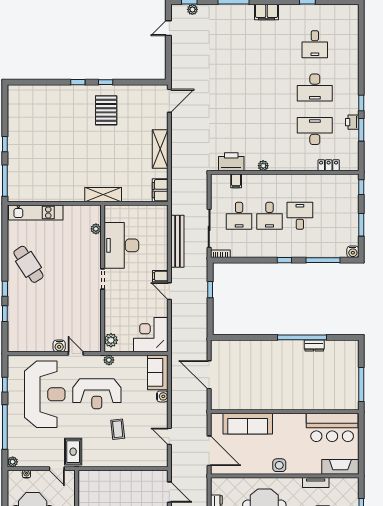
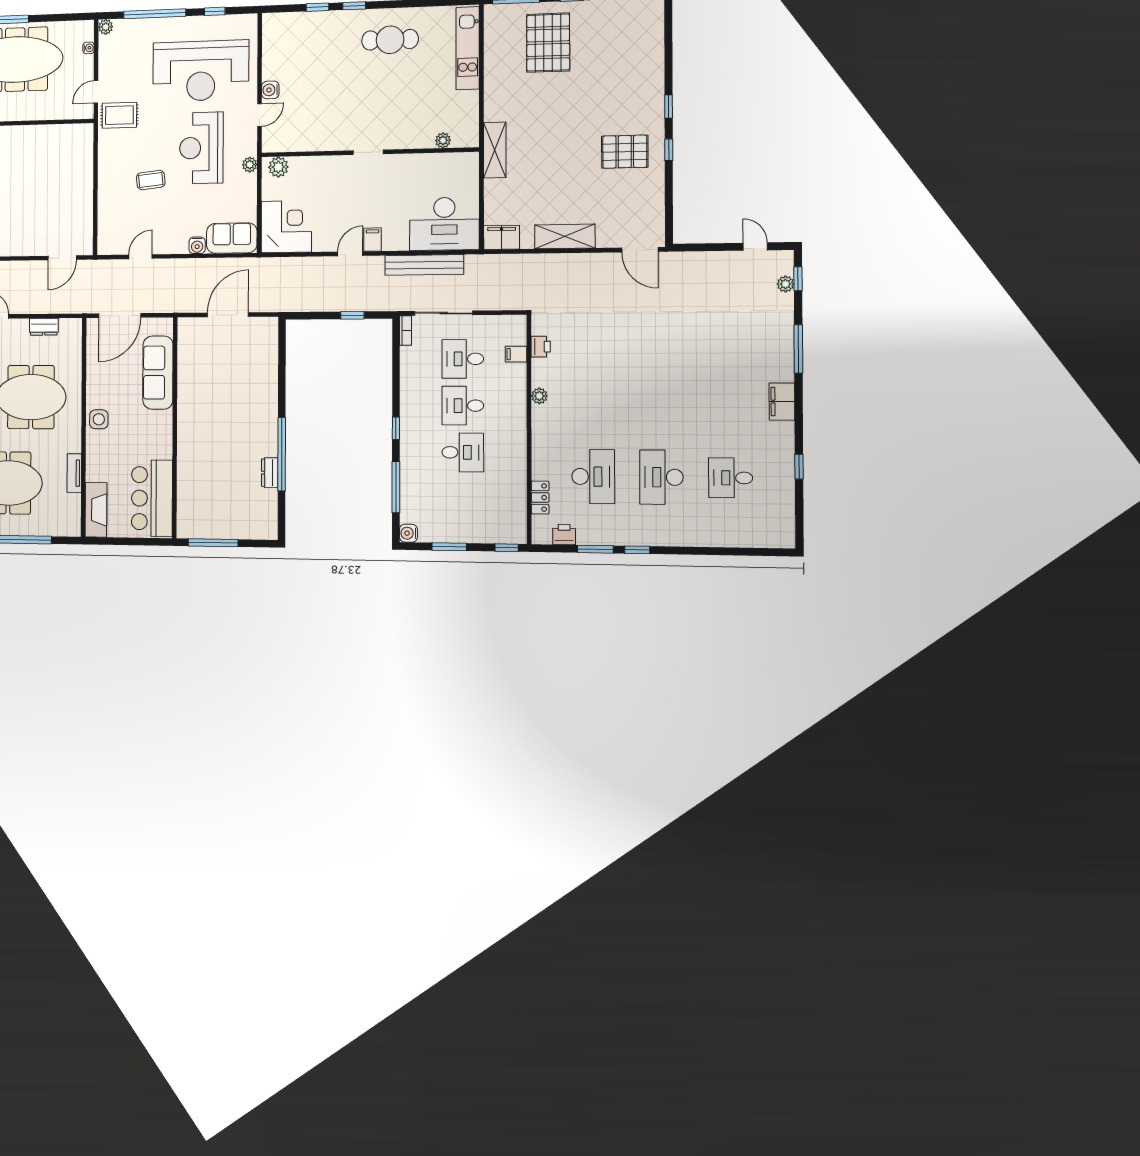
printer: (352, 122) -> (564, 535), moved
pallet: (34, 160) -> (548, 43), added
printer: (231, 162) -> (541, 347), width x0.53, depth x0.68
desk: (121, 245) -> (444, 224), moved, turned 180
cafe table: (28, 264) -> (390, 40), turned 33

